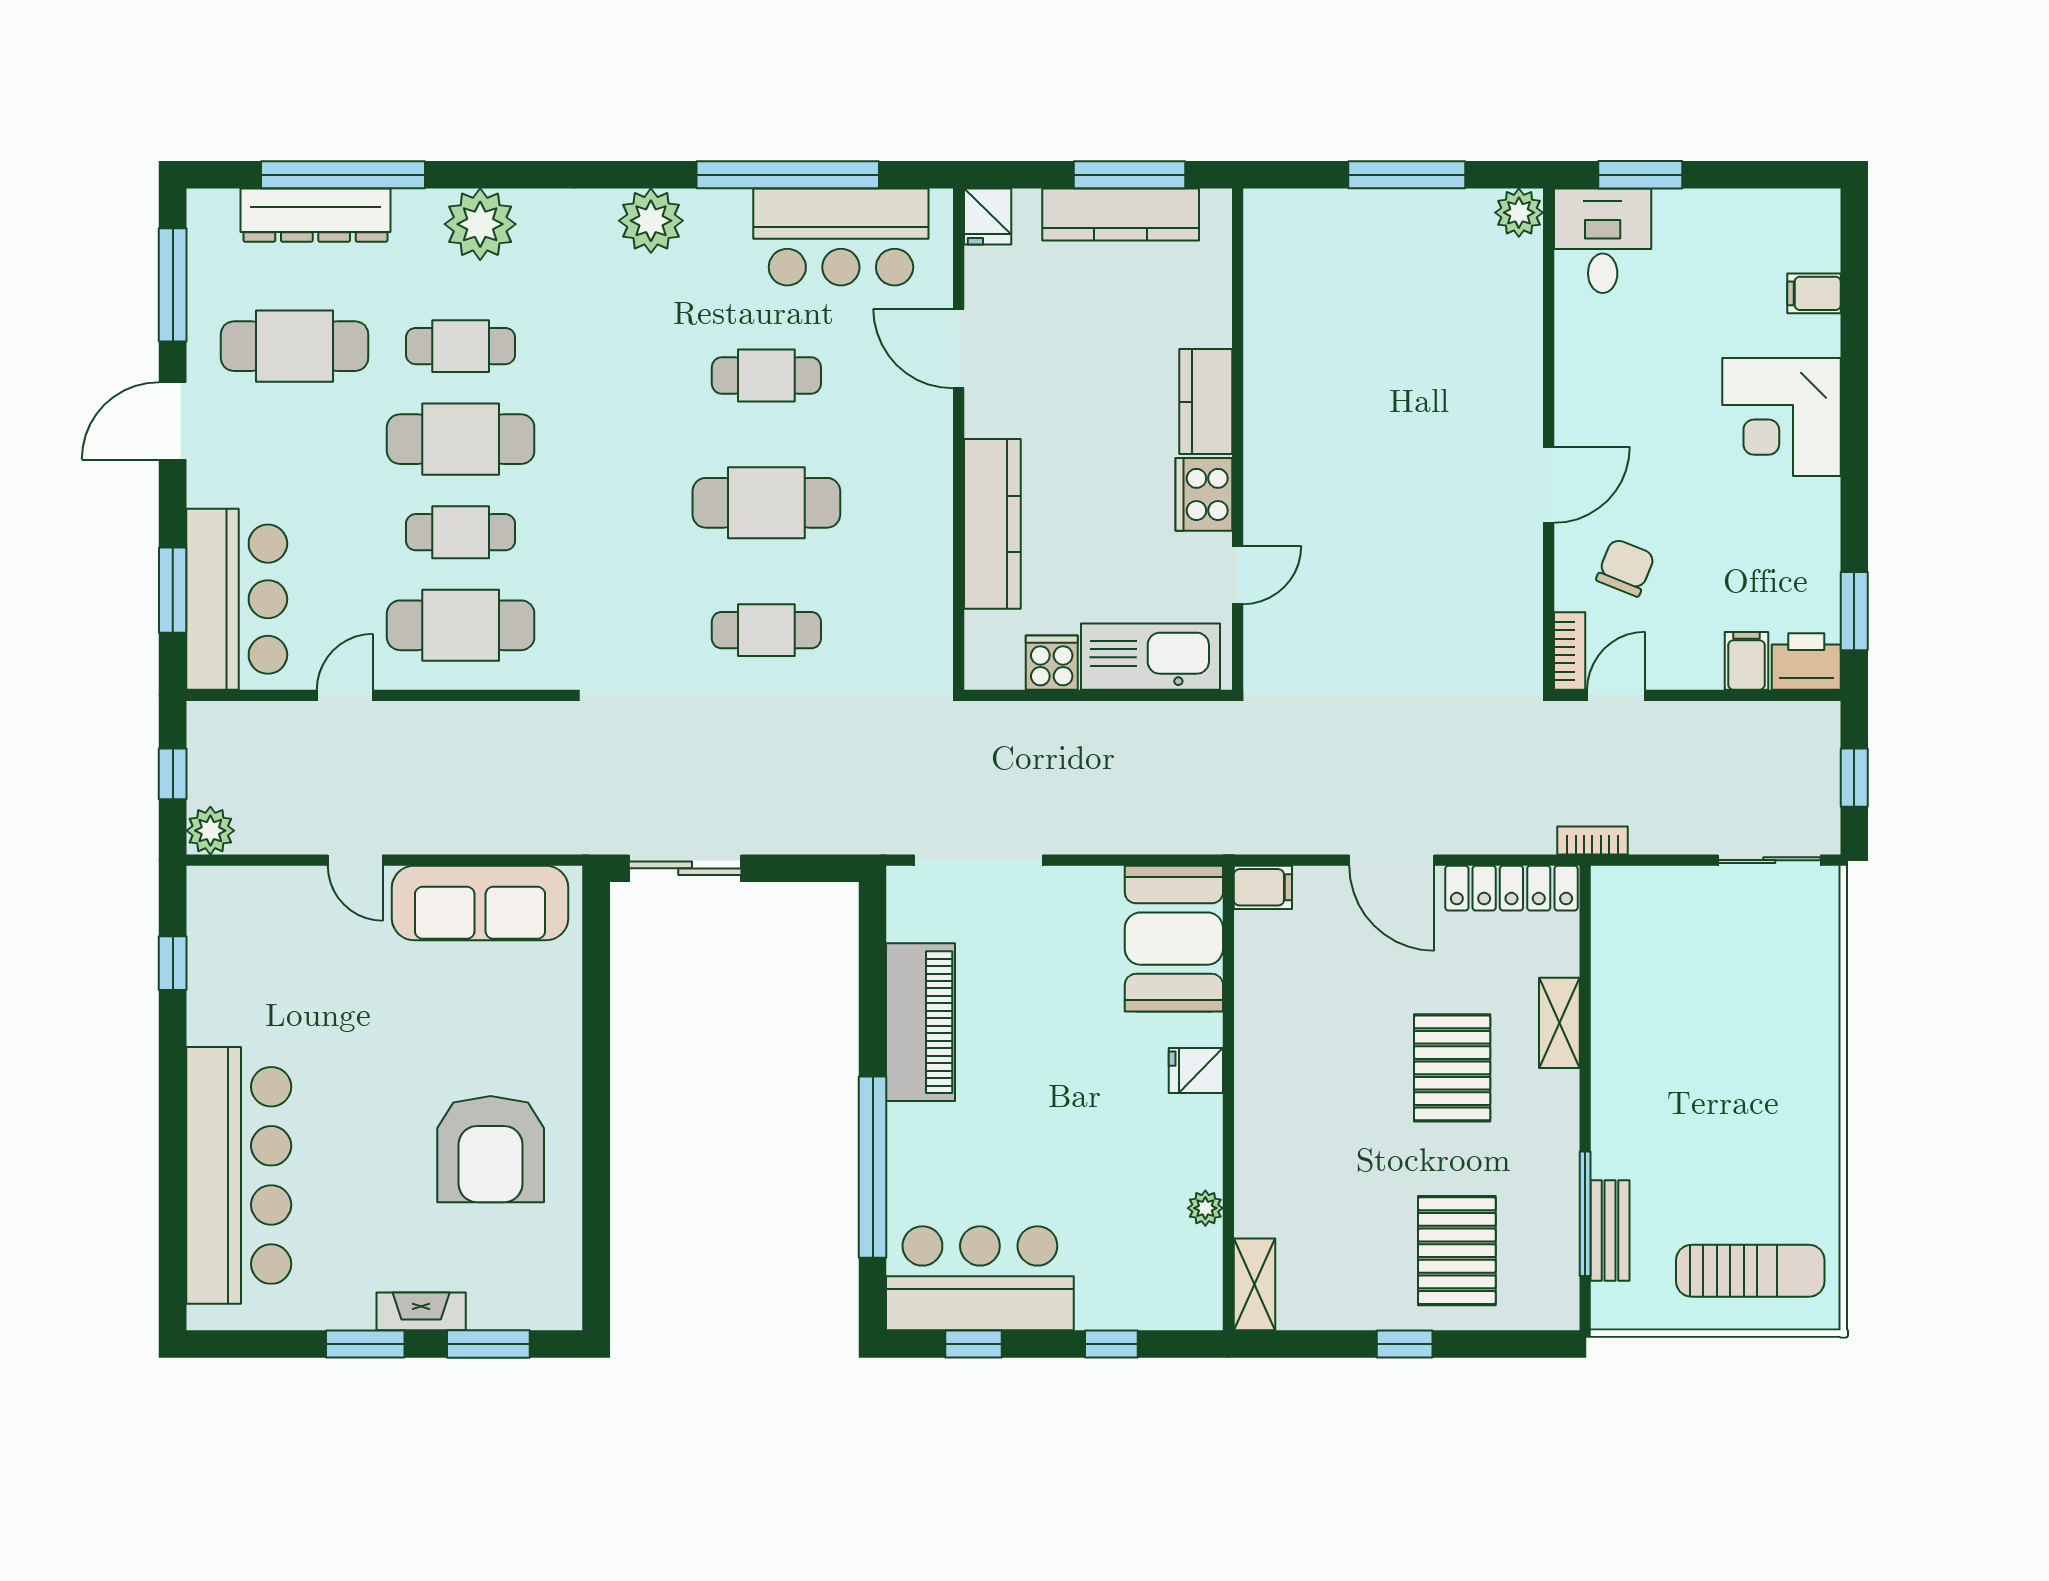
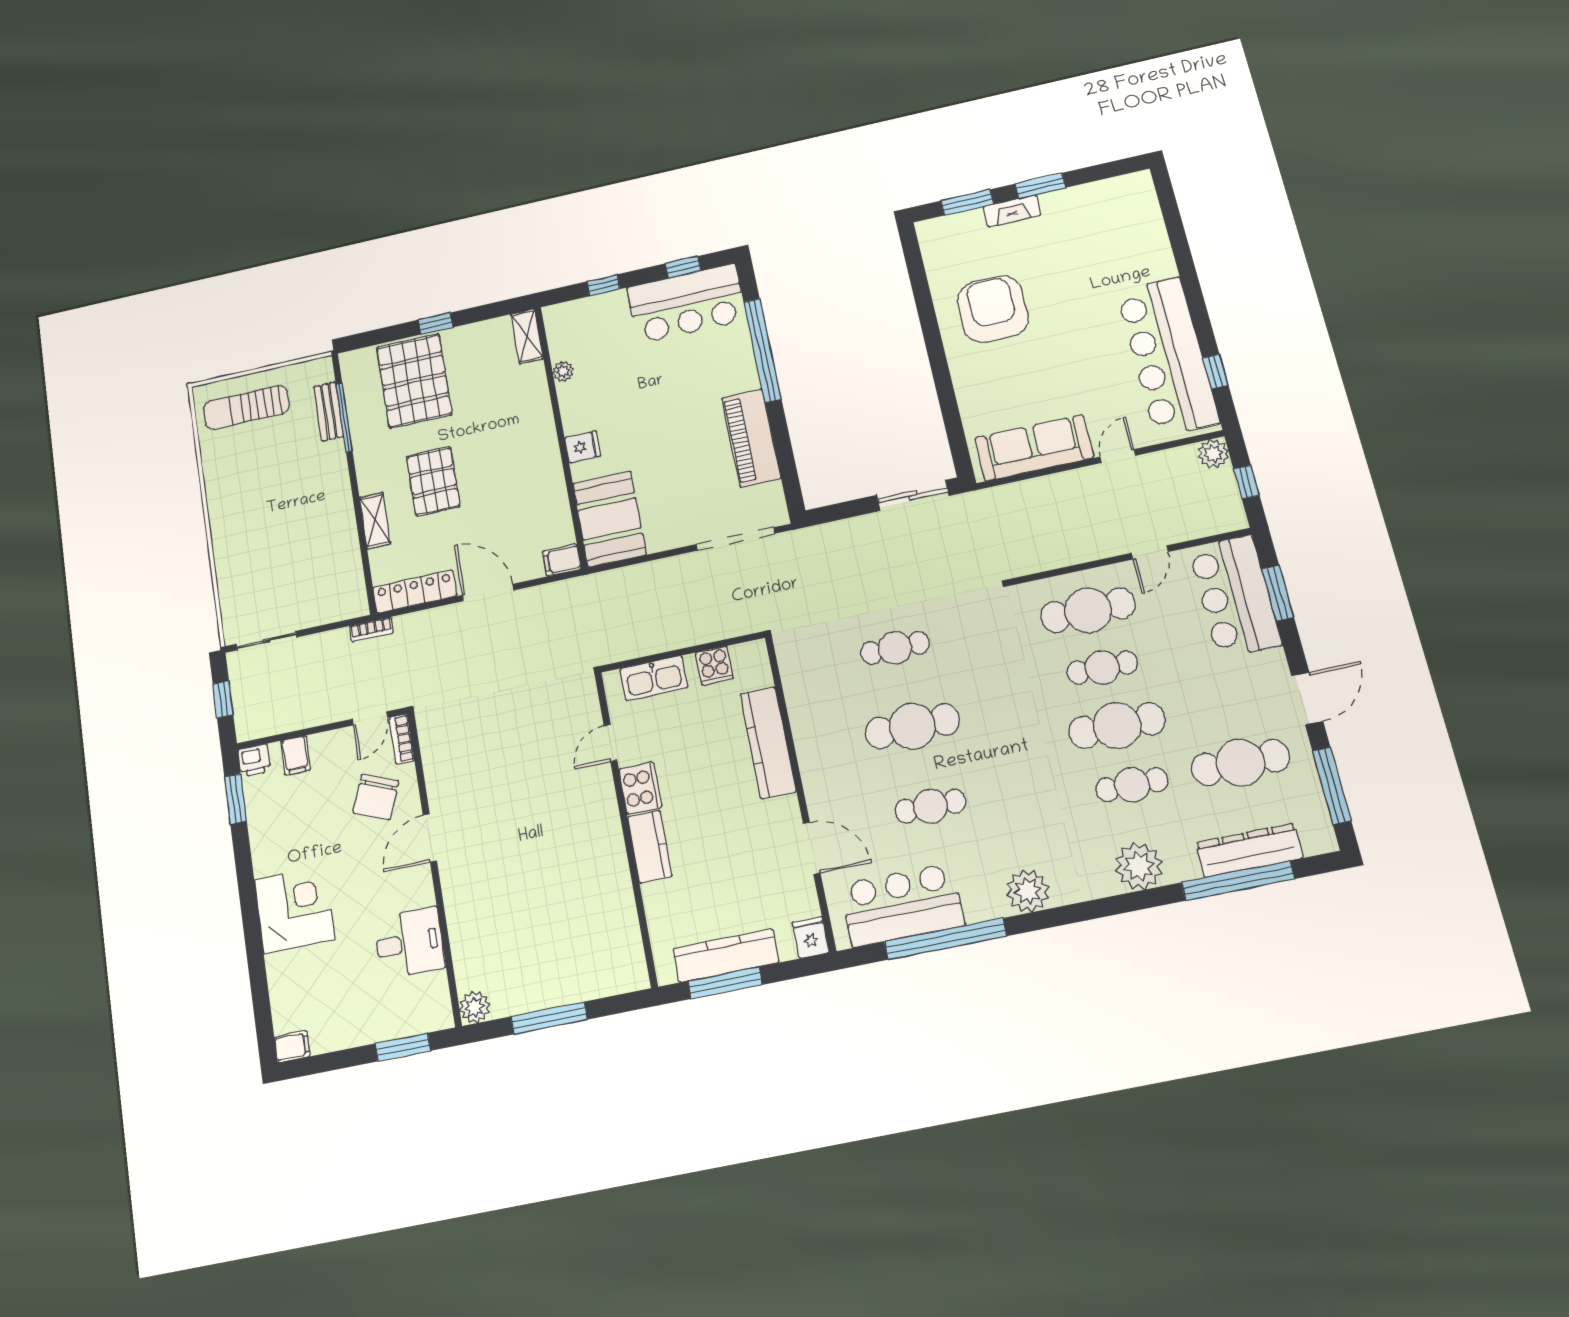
desk: (1603, 241) -> (409, 943), moved, turned -90
filing cabinet: (1814, 293) -> (292, 1047), moved
chair: (1626, 568) -> (376, 797), width x1.37, depth x1.37
kitchen sink: (1151, 657) -> (654, 678), width x0.73, depth x0.81
printer: (1806, 661) -> (254, 760), width x0.73, depth x0.81
door: (355, 860) -> (1118, 456), hinge flipped
bar counter: (239, 1175) -> (1168, 356), moved
pallet: (1457, 1251) -> (414, 381), width x1.37, depth x1.41

